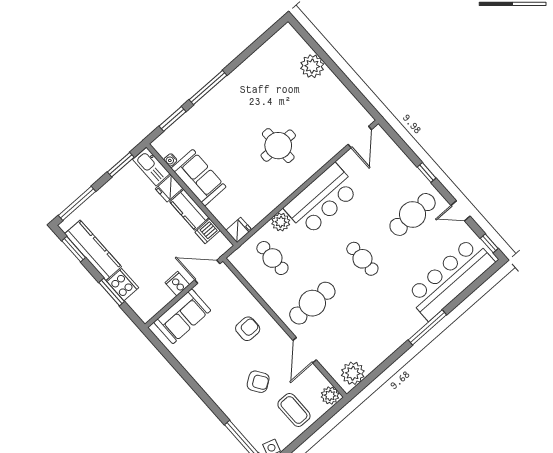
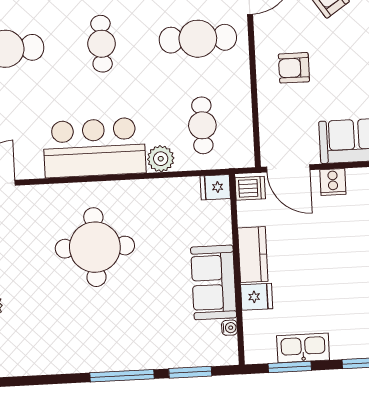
round table: (278, 146) -> (95, 247), width x1.36, depth x1.36
kitchen sink: (151, 167) -> (303, 348), moved, turned -90
dishwasher: (208, 231) -> (250, 188), moved

